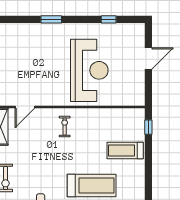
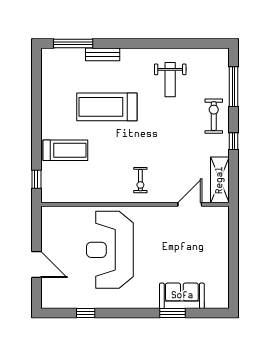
window: (51, 19) -> (172, 313), moved
sofa: (31, 33) -> (182, 296), added
door: (148, 58) -> (36, 265), swing flipped

